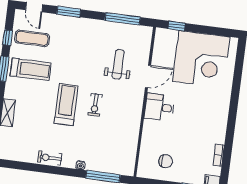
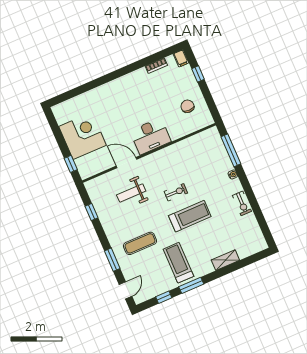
window: (123, 19) -> (92, 212), width x0.46
exercise mat: (32, 38) -> (140, 243), moved, turned 90
corner desk: (201, 59) -> (83, 136), width x0.74, depth x0.74
treadmill: (66, 104) -> (190, 216), turned 180
desk: (159, 107) -> (151, 136), width x1.37

